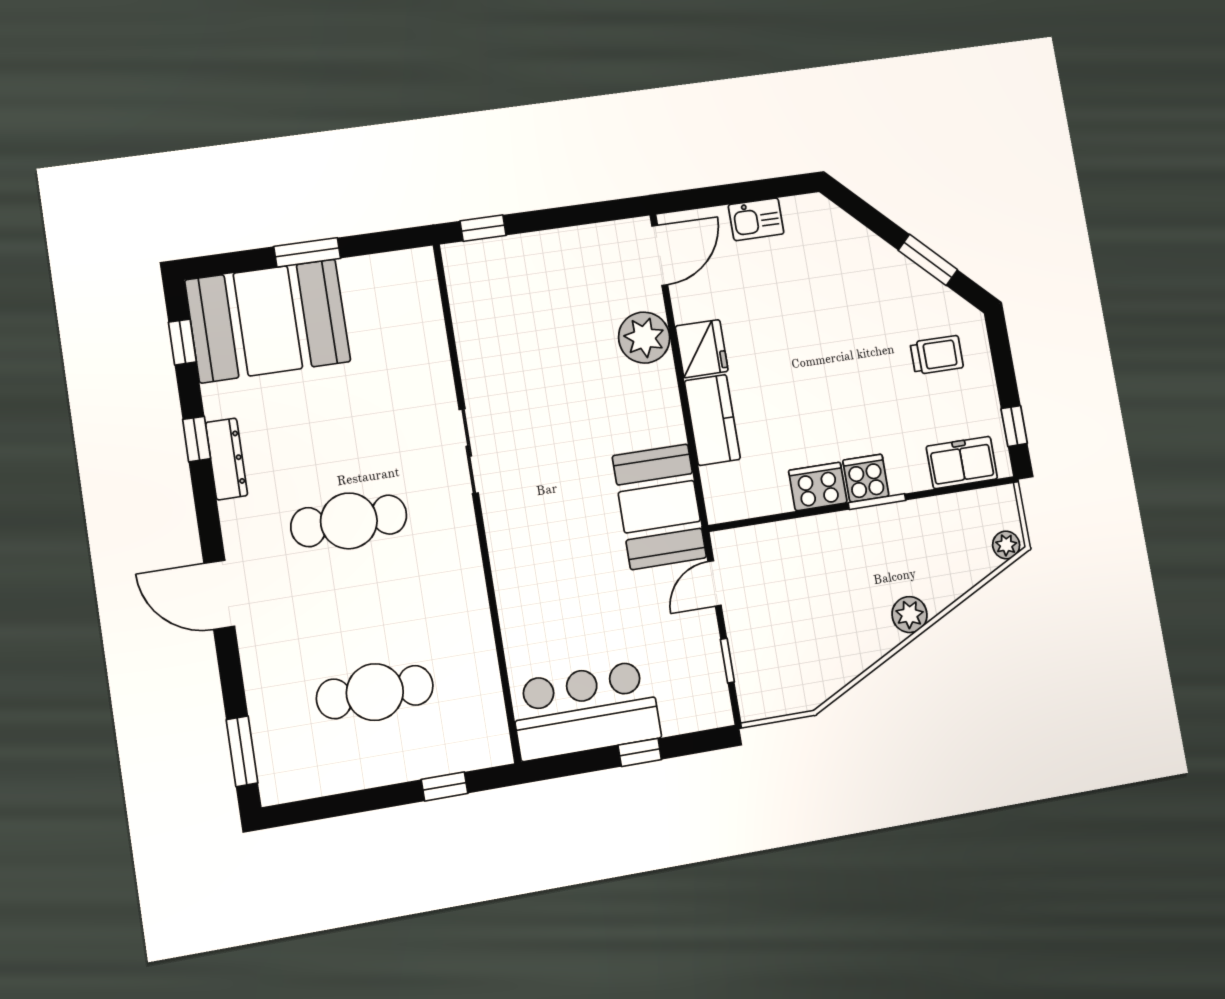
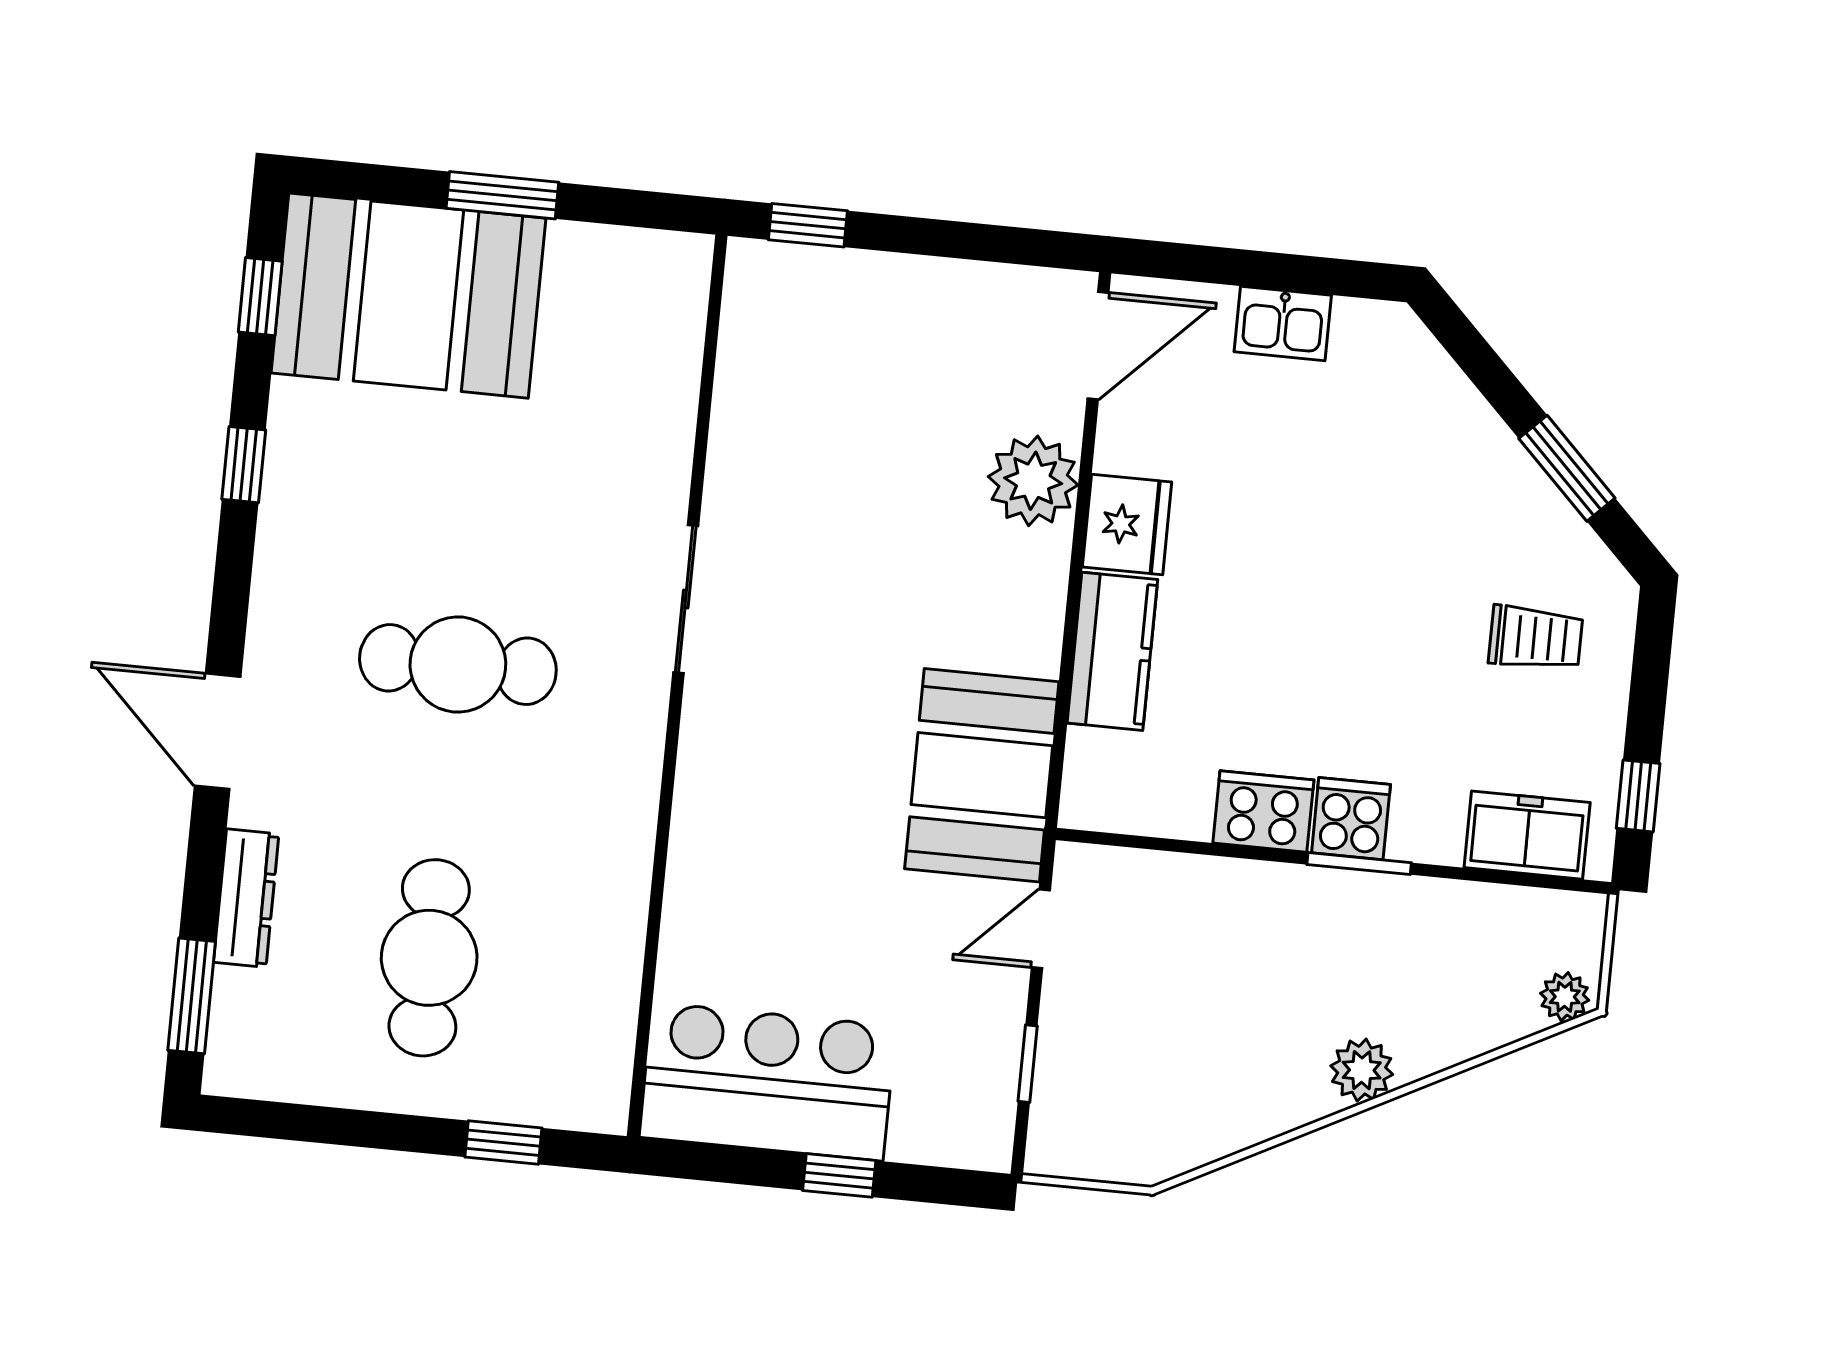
dresser: (227, 459) -> (246, 898), moved
cafe table: (375, 692) -> (429, 958), turned 90

